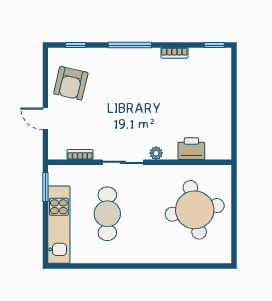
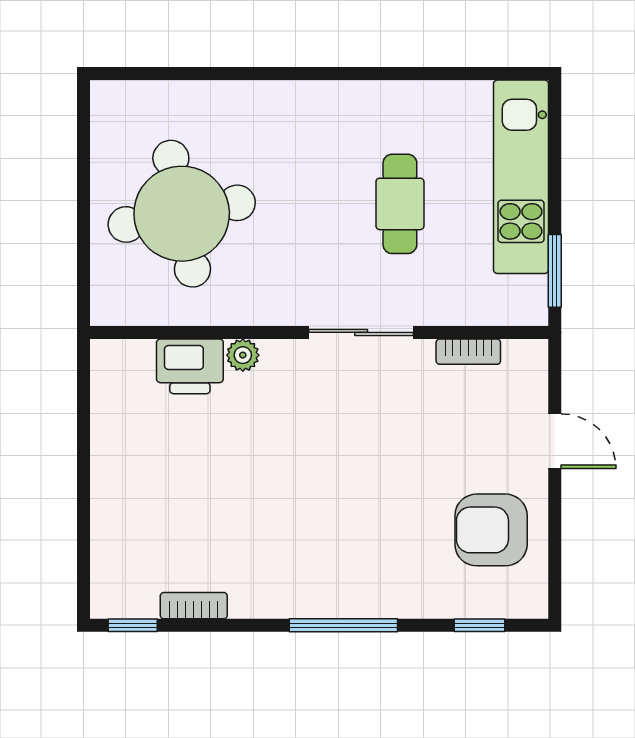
bookcase: (174, 53) -> (194, 606), moved
armchair: (71, 83) -> (491, 530), turned -103
plant: (156, 153) -> (243, 355), moved
cafe table: (107, 214) -> (400, 204), width x0.73, depth x0.74

